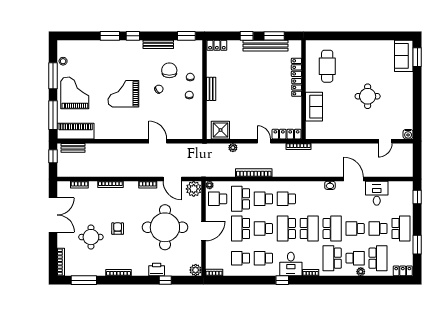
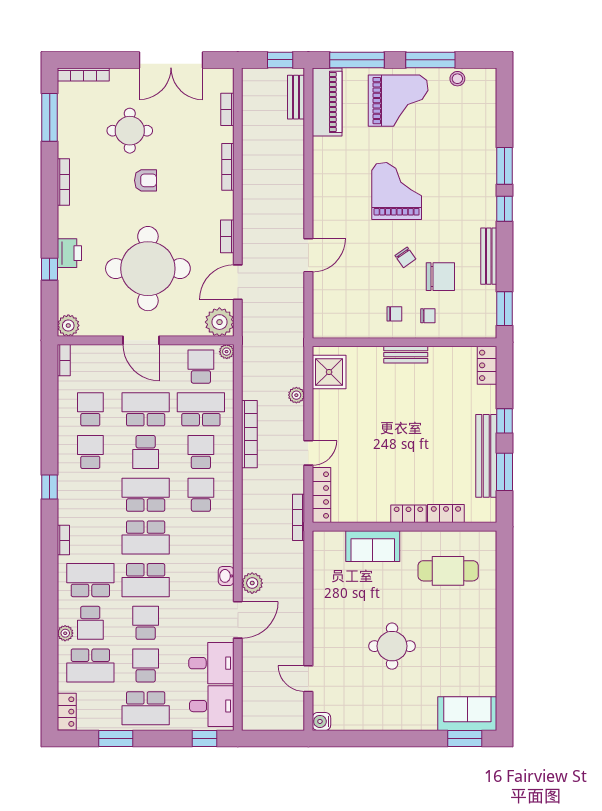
plant: (334, 171) -> (252, 583), added
school desk: (263, 229) -> (146, 452), turned 180
desk: (291, 264) -> (212, 706), moved, turned 180

